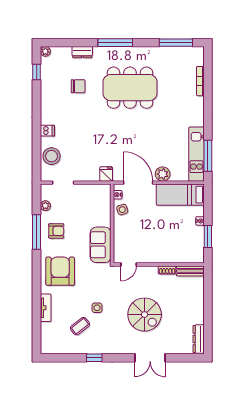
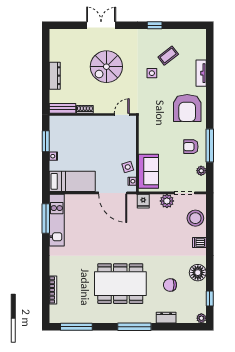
floor lamp: (49, 99) -> (198, 273), added
plant: (163, 174) -> (167, 201), moved
sofa: (101, 245) -> (148, 171), moved
spiral stairs: (145, 315) -> (106, 67), turned -90
dresser: (199, 339) -> (55, 76), moved

